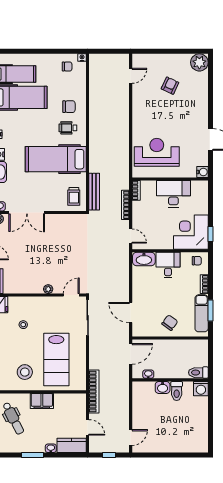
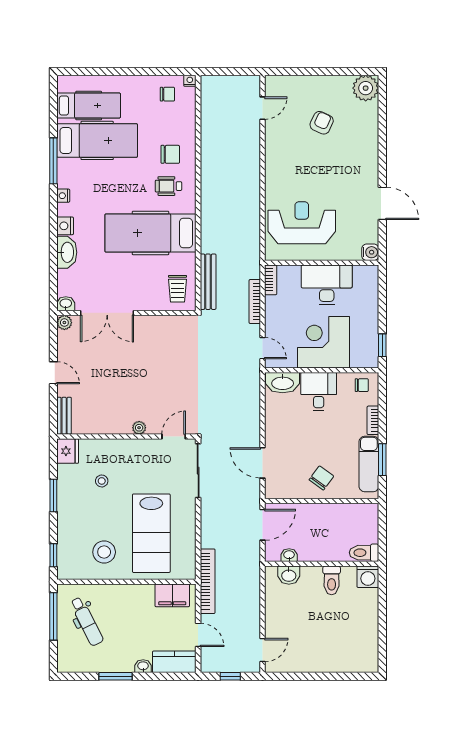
corner desk: (191, 232) -> (324, 342), moved
washbasin: (163, 387) -> (289, 575), moved
filing cabinet: (42, 401) -> (172, 595), moved

